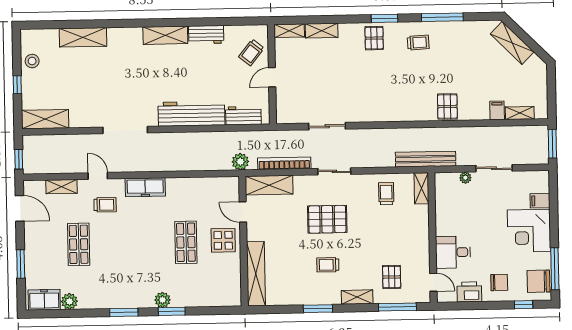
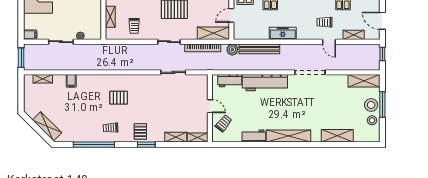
window: (442, 17) -> (94, 145), width x1.46
window: (385, 18) -> (146, 145), moved
shelving: (165, 35) -> (289, 136), width x1.47
door: (272, 77) -> (210, 106), hinge flipped
stool: (34, 84) -> (371, 105), added
window: (17, 85) -> (382, 105), width x2.17
pallet: (447, 106) -> (119, 98), moved, turned 90
filing cabinet: (497, 110) -> (71, 81), moved
bench: (426, 159) -> (259, 49), moved
freezer: (145, 187) -> (283, 33), moved
shelving: (421, 188) -> (110, 17), moved
filing cabinet: (540, 201) -> (30, 35), moved
door: (243, 212) -> (231, 15), swing flipped

